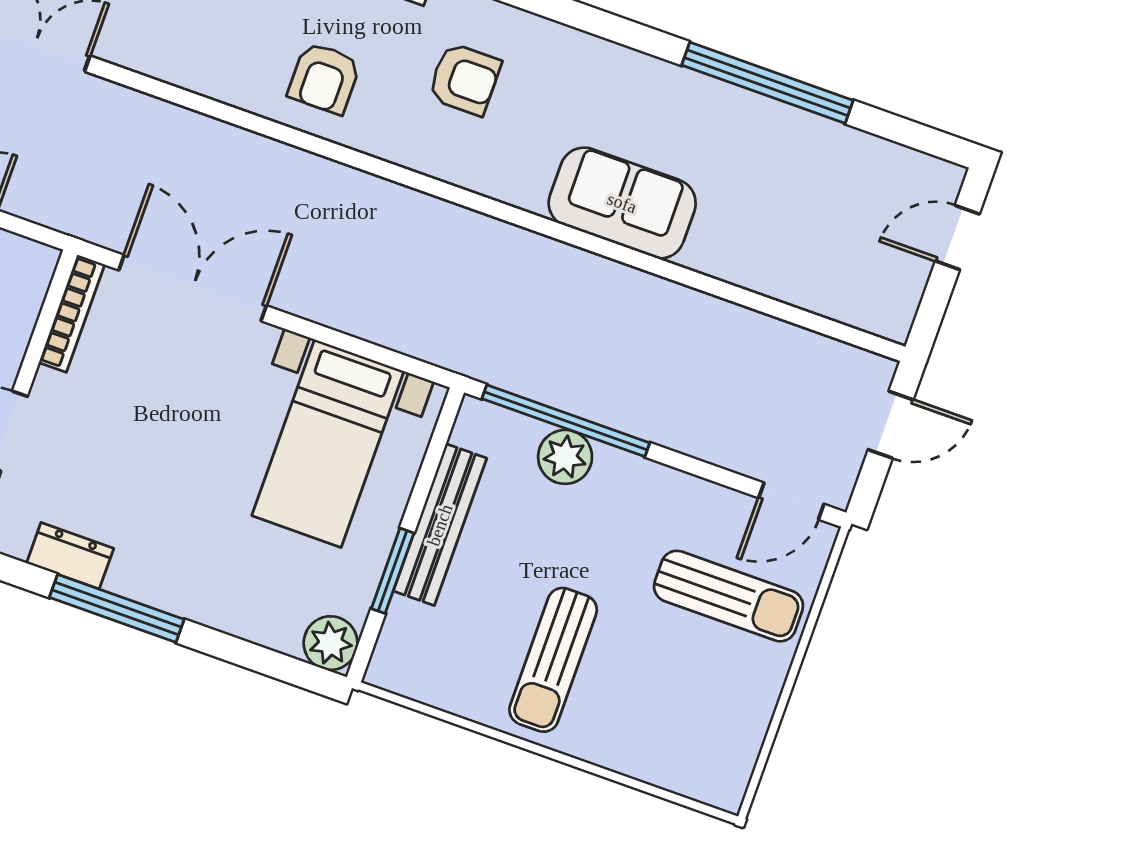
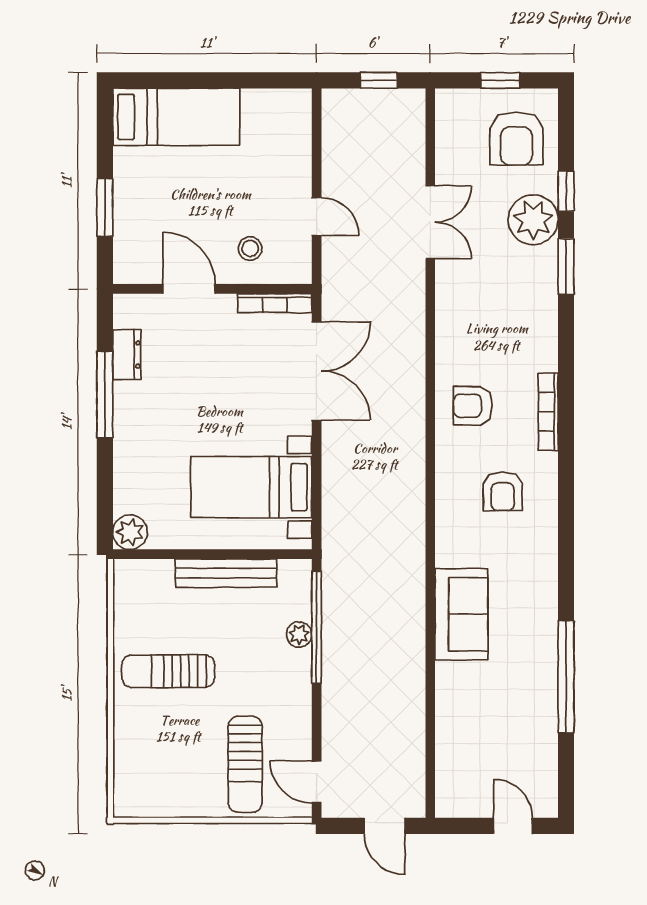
plant: (565, 457) -> (299, 635), width x0.73, depth x0.73
window: (393, 571) -> (188, 554), removed

